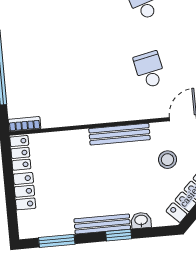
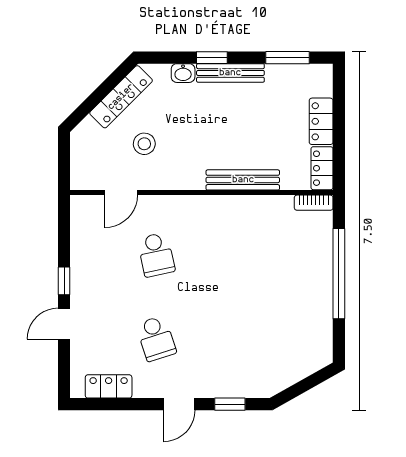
bench: (119, 134) -> (243, 180), moved

